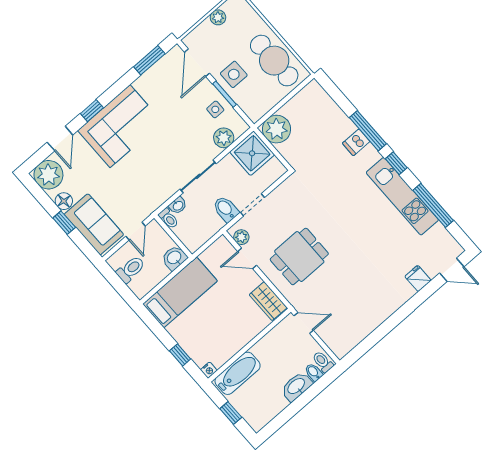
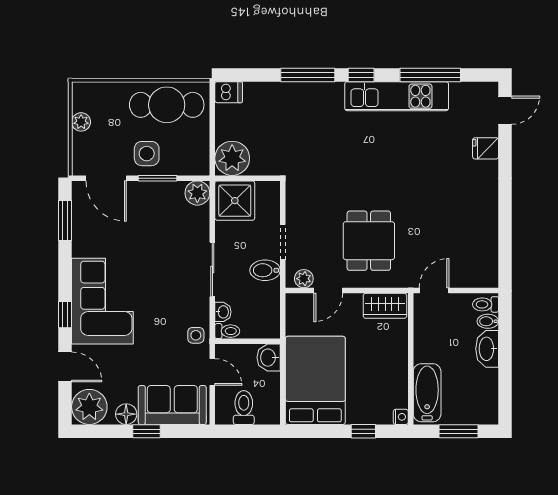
side table: (215, 109) -> (196, 335), moved
plant: (224, 138) -> (197, 193), moved
dishwasher: (356, 142) -> (229, 92), moved, turned -90
bed: (180, 292) -> (315, 380), width x1.50
window: (231, 413) -> (458, 431), width x1.50

